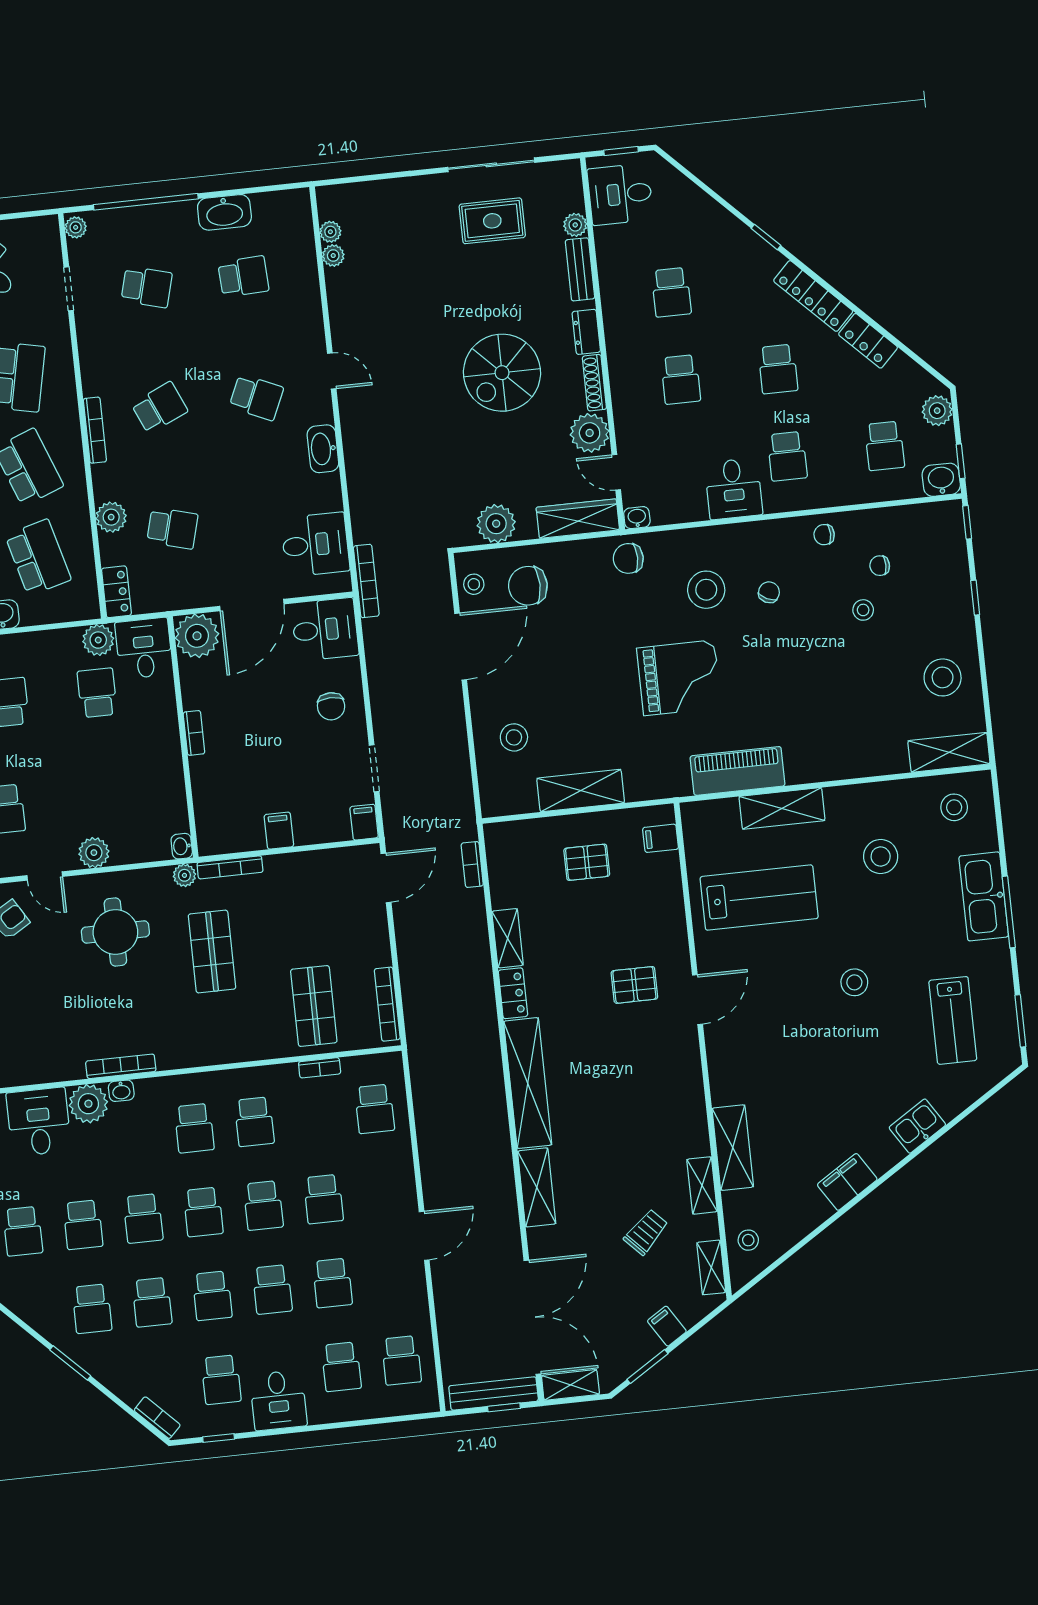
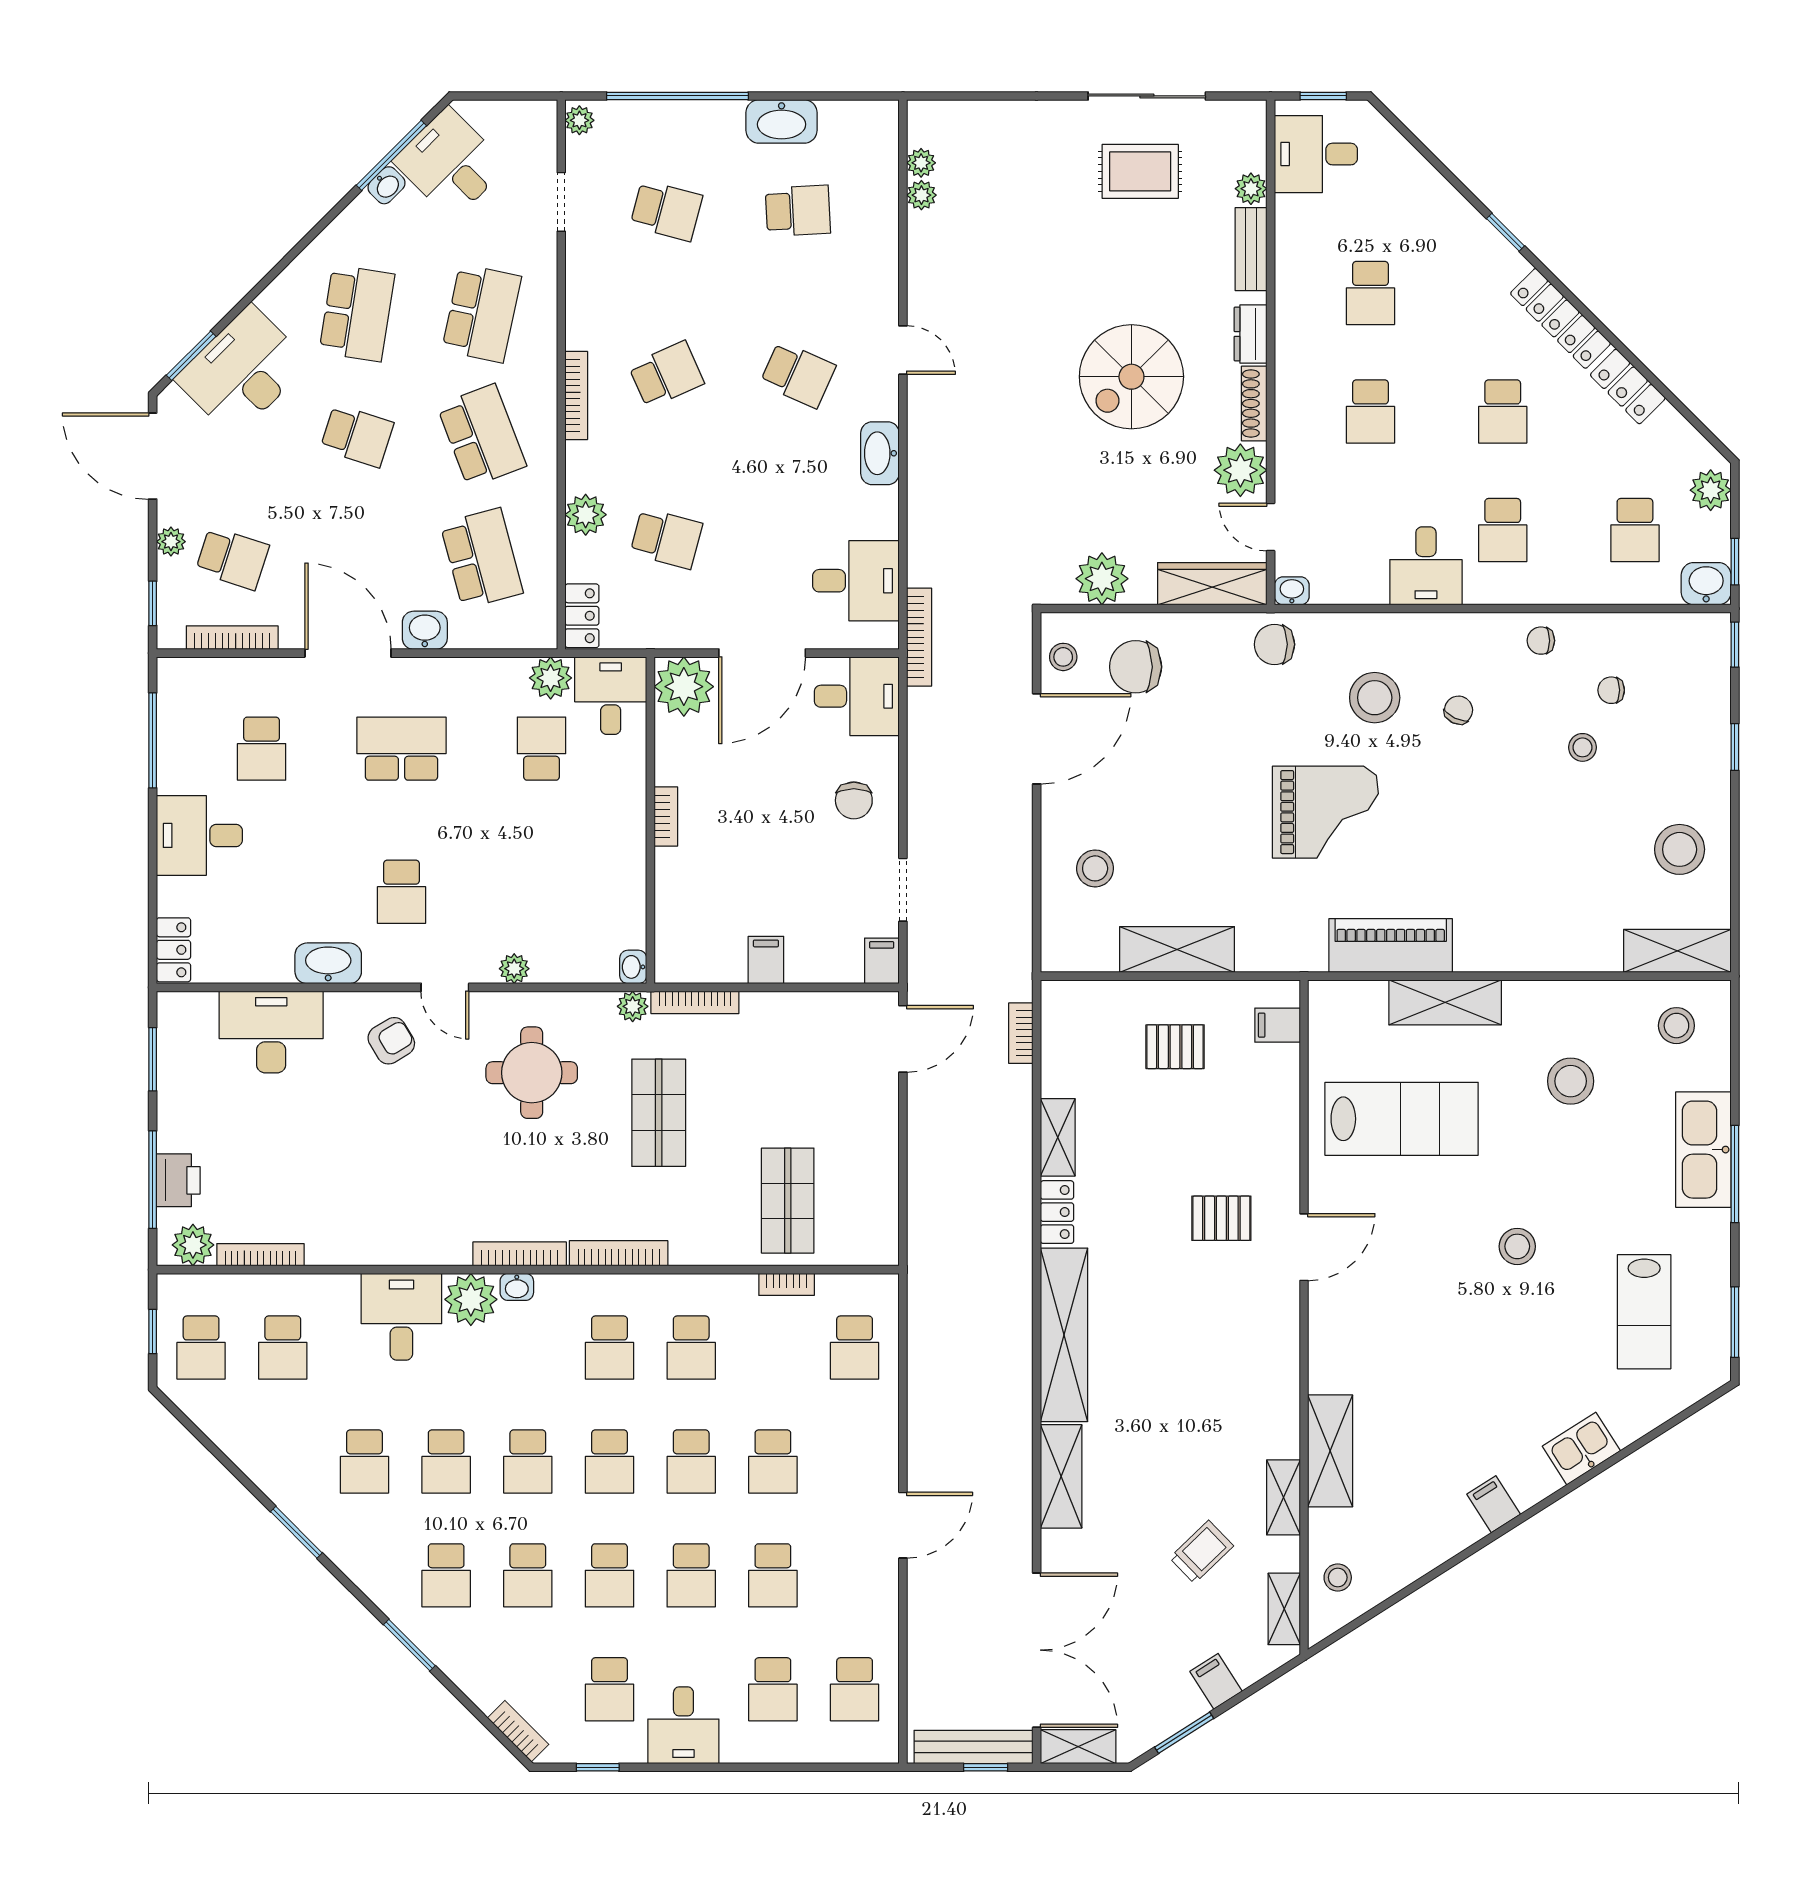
plant: (94, 853) -> (514, 969), width x0.73, depth x0.73
bookcase: (387, 1004) -> (619, 1253), moved, turned 90
filing cabinet: (847, 1182) -> (1494, 1504), width x0.50

